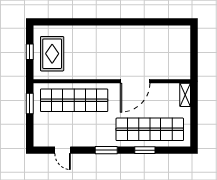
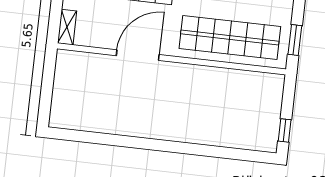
window: (30, 52) -> (285, 130), moved
rug: (52, 54) -> (254, 109), removed

